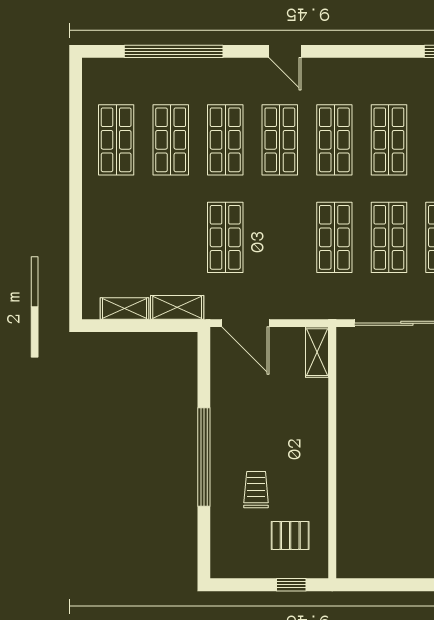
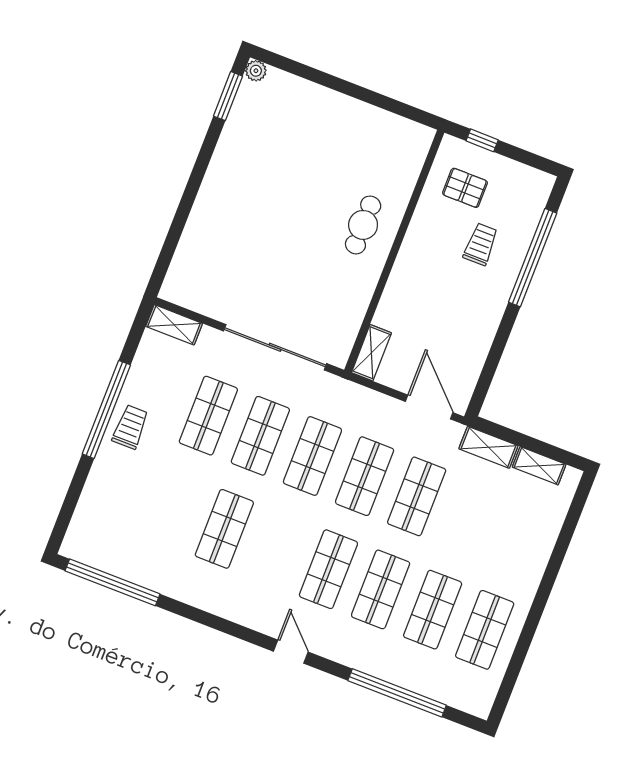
shop shelf: (334, 140) -> (365, 476), moved
window: (204, 457) -> (533, 258), moved
cafe table: (370, 466) -> (363, 225), added
trolley: (256, 490) -> (481, 244), turned 180

